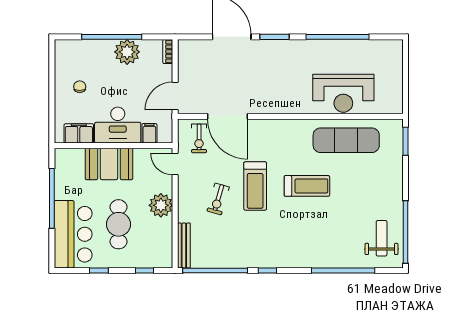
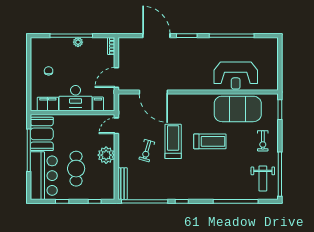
plant: (127, 52) -> (78, 42), width x0.53, depth x0.53
exercise bike: (199, 138) -> (263, 141), moved
exercise mat: (346, 140) -> (238, 109), width x1.47
booth: (109, 164) -> (42, 134), moved, turned 90
door: (175, 164) -> (116, 126), hinge flipped
treadmill: (255, 186) -> (173, 141), turned 180
weight bench: (382, 238) -> (263, 178), turned 180

